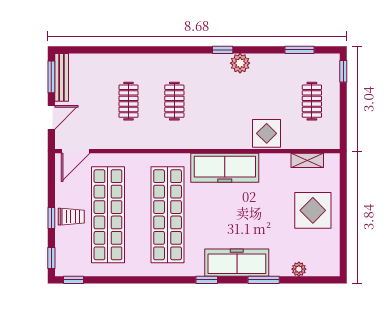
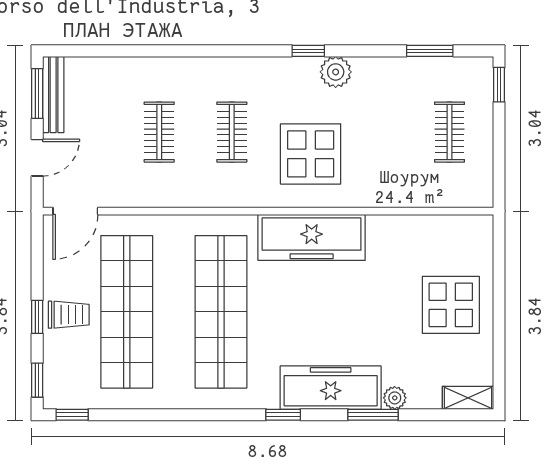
display table: (267, 133) -> (311, 154), moved, width x1.36, depth x1.36
shelving: (307, 160) -> (468, 398), moved
plant: (299, 269) -> (395, 398), moved

